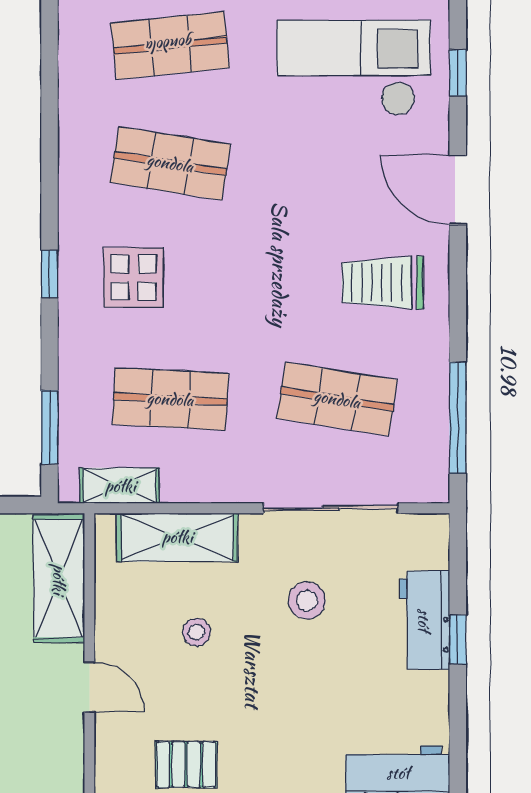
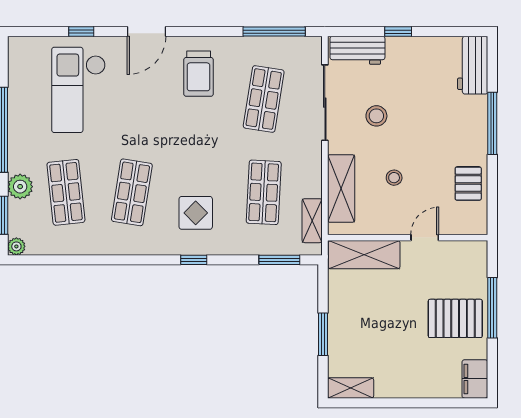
workbench: (424, 620) -> (357, 50), moved

